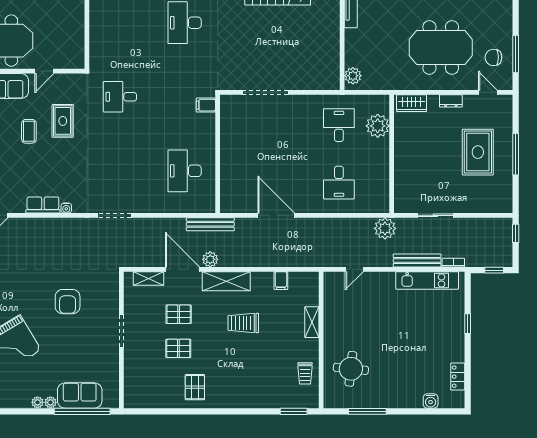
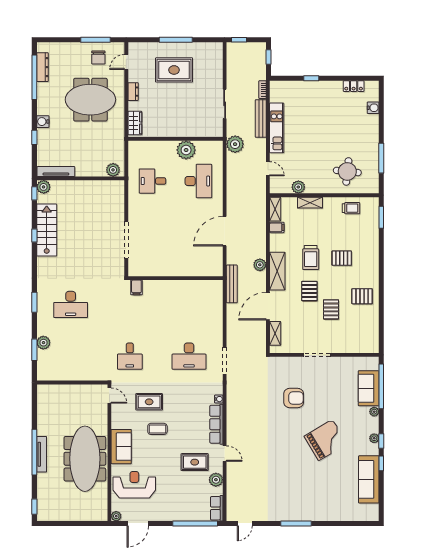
meeting table: (441, 48) -> (90, 100), turned 90
door: (44, 71) -> (109, 396), moved
plant: (378, 126) -> (186, 150), moved
desk: (185, 171) -> (189, 356), moved
desk: (339, 183) -> (198, 181), width x1.37
row of seats: (43, 205) -> (216, 424), width x1.48
plant: (210, 259) -> (260, 265), moved
shelving: (304, 278) -> (275, 209), added
kitchen unit: (427, 280) -> (277, 128), moved
plant: (331, 307) -> (298, 187), added
pallet: (179, 314) -> (309, 291), moved
pallet: (242, 362) -> (342, 258), added
plant: (37, 402) -> (374, 438), moved
window: (14, 411) -> (381, 441), added

